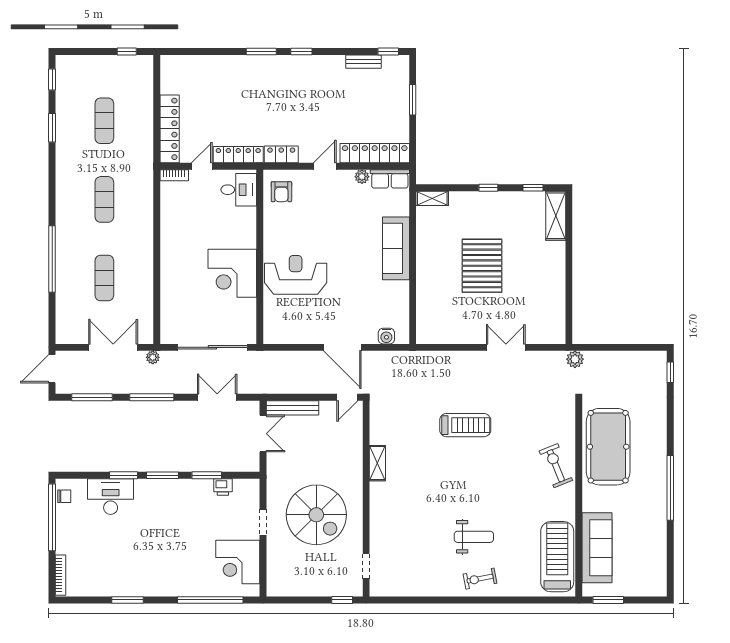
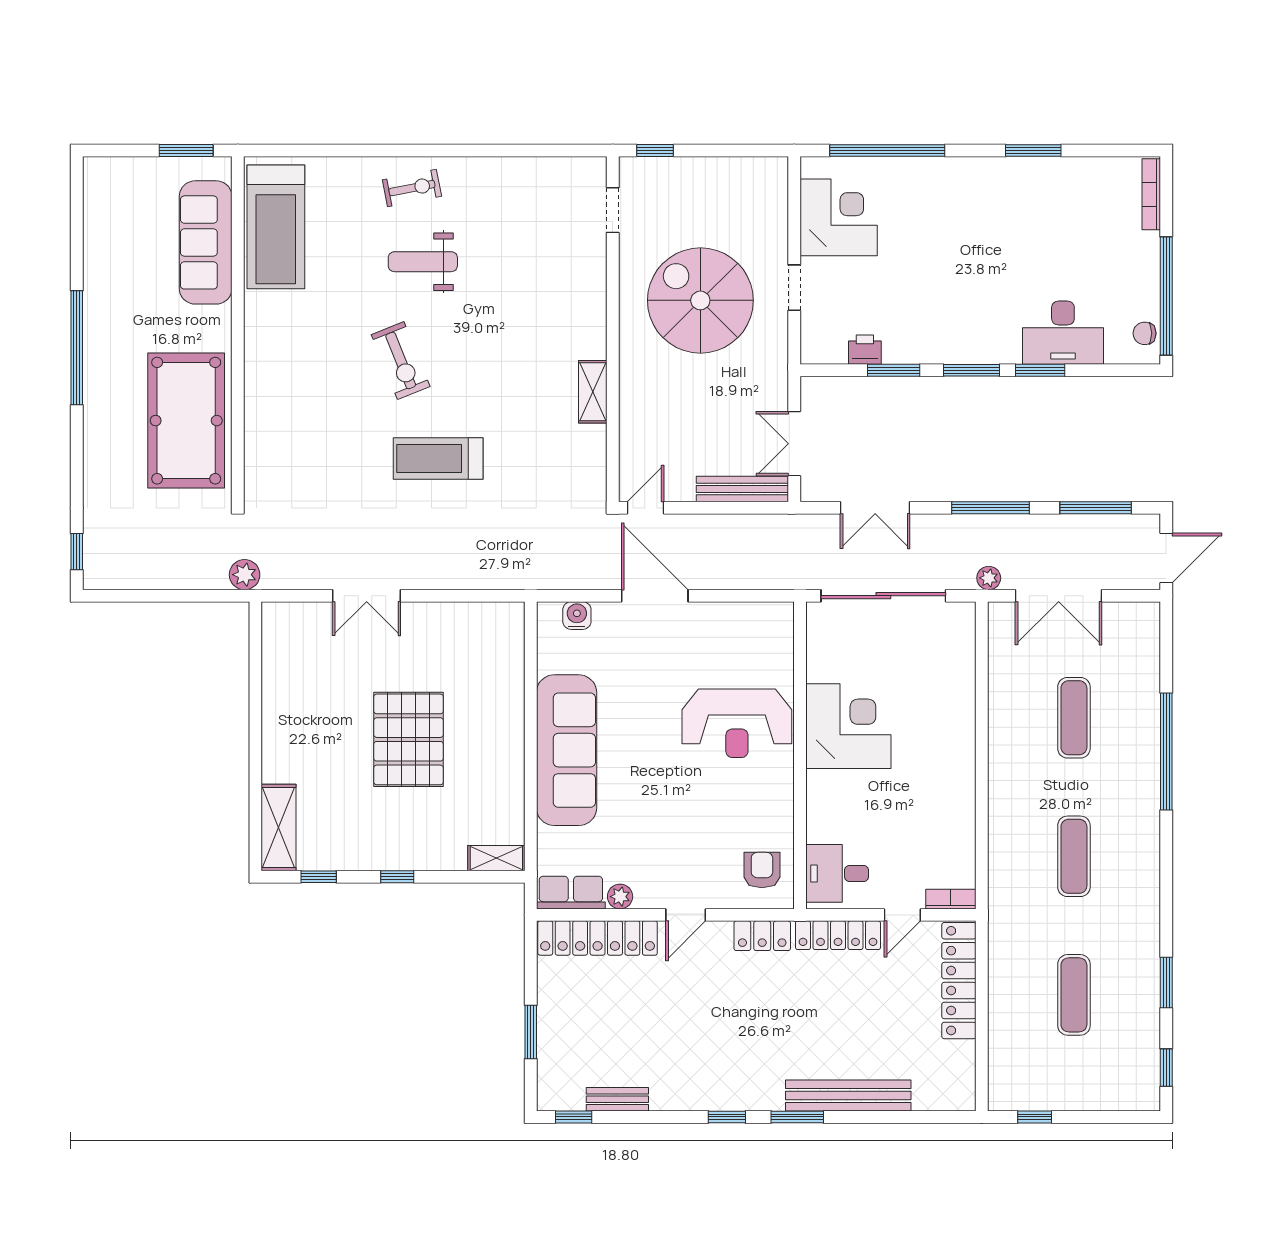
bench: (232, 64) -> (848, 1095), added
sofa: (396, 248) -> (567, 750), width x1.36, depth x1.27
exercise bike: (556, 466) -> (401, 361), moved

